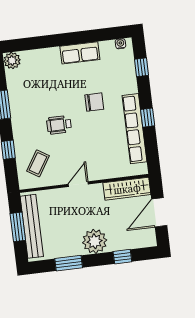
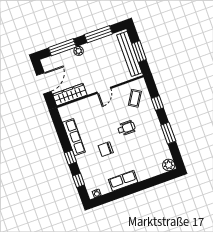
window: (148, 118) -> (70, 158), moved
row of seats: (134, 129) -> (74, 137), width x0.73
plant: (95, 241) -> (79, 51), width x0.53, depth x0.53
window: (122, 257) -> (62, 47), width x2.17
window: (69, 263) -> (98, 34), width x1.44

